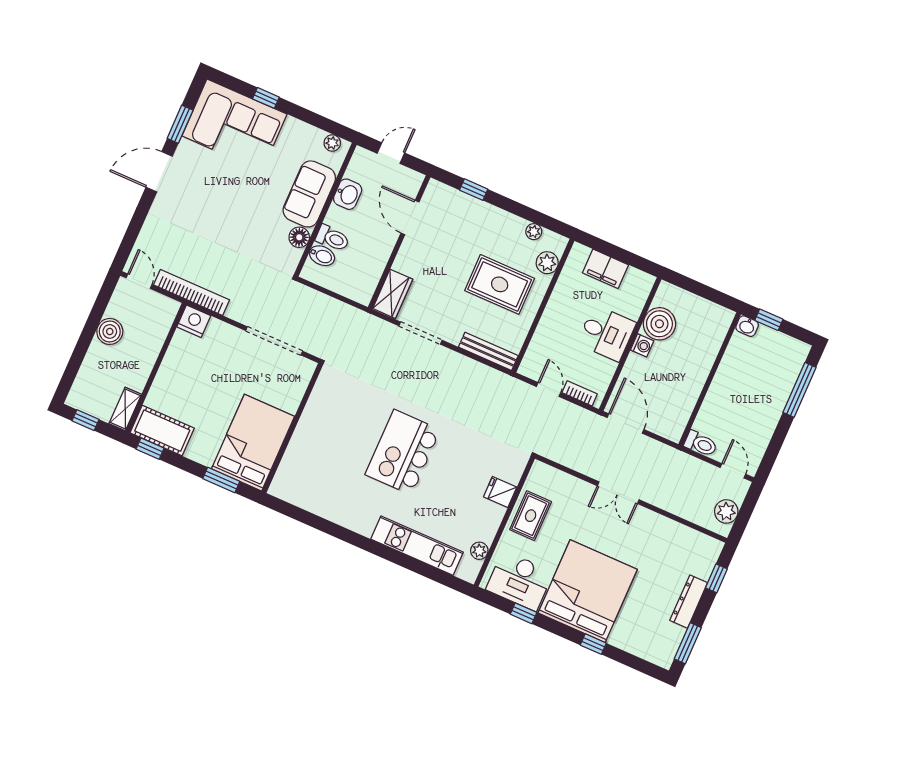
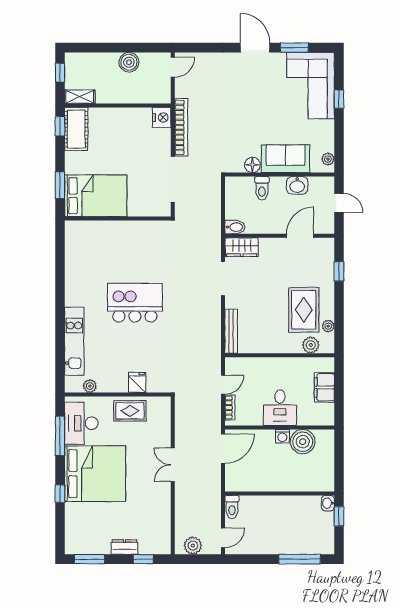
bidet: (322, 256) -> (235, 227), moved, turned -90
rug: (500, 284) -> (304, 310), moved
bookcase: (192, 292) -> (181, 127), moved
dresser: (689, 602) -> (124, 547), width x0.70
window: (524, 613) -> (60, 436), width x2.17

